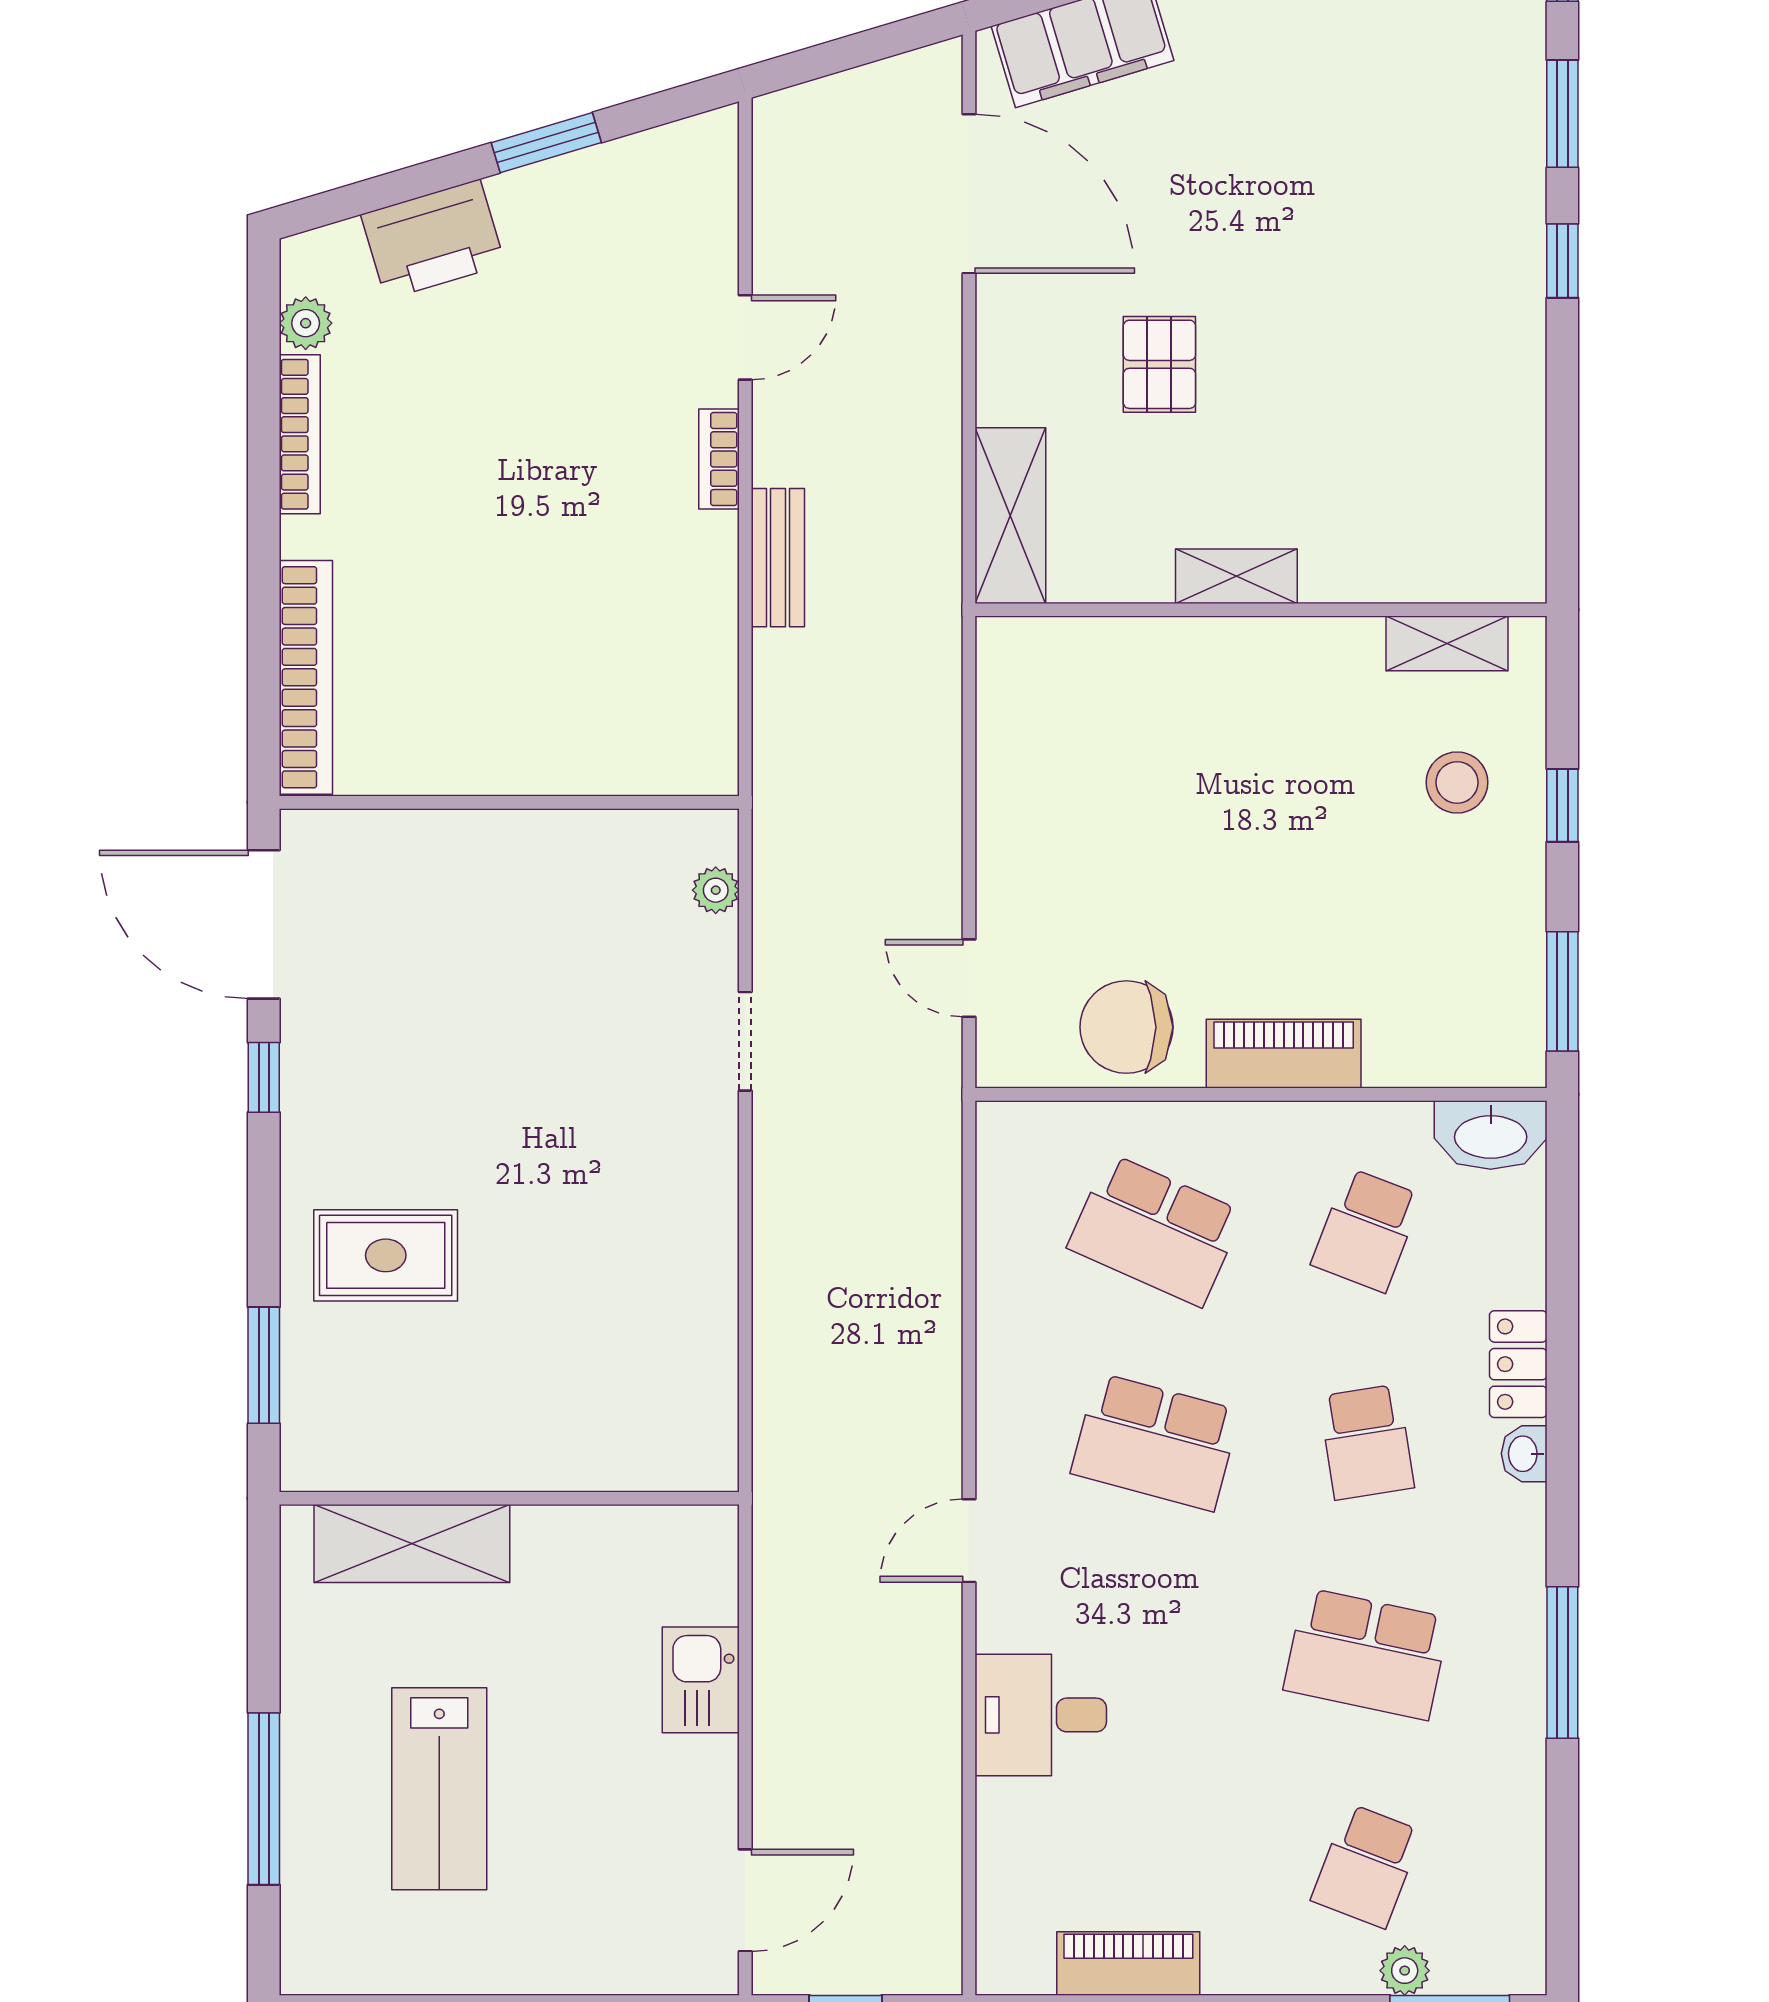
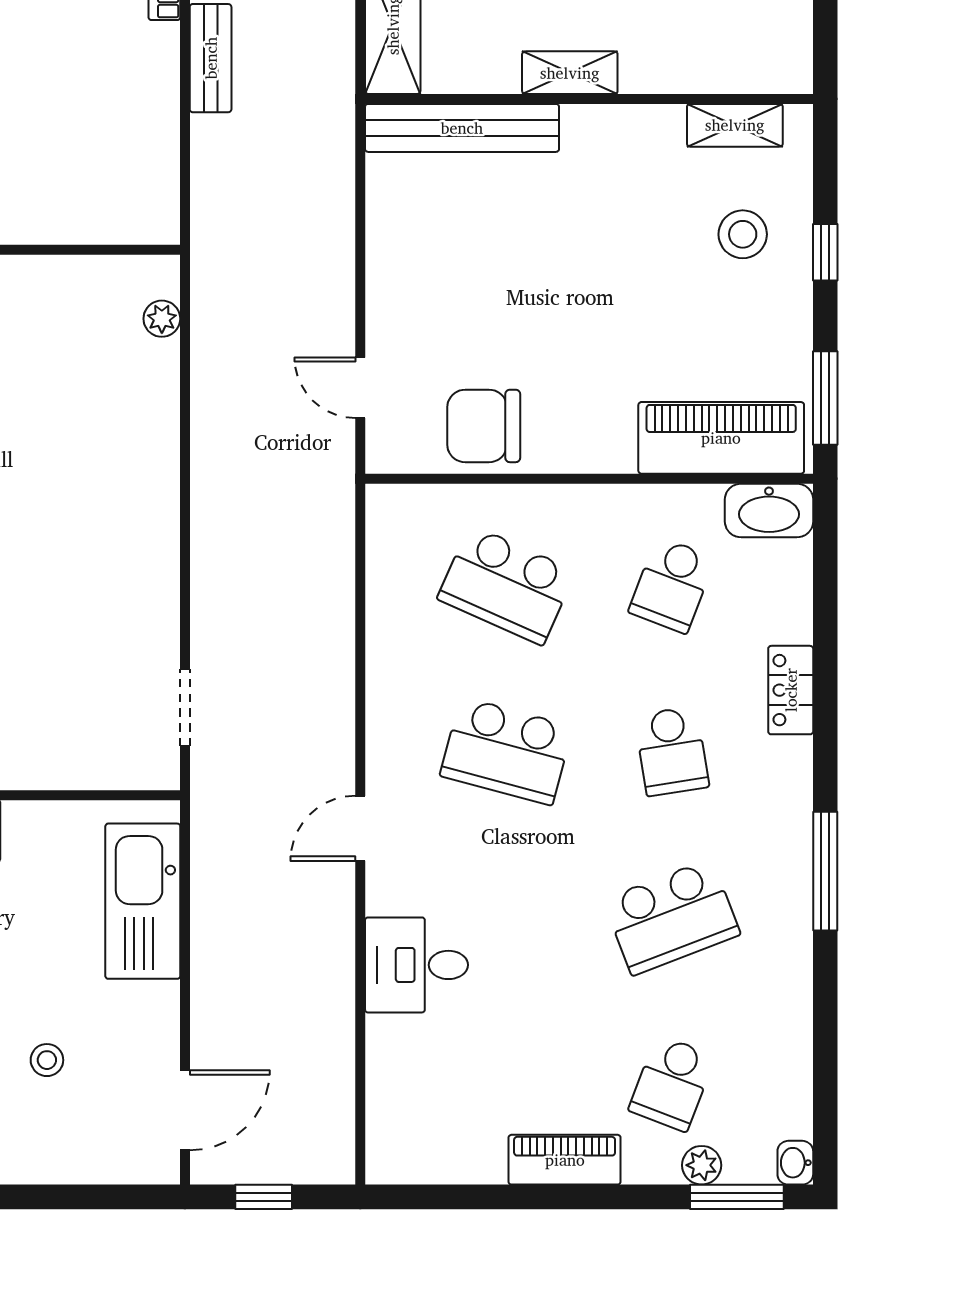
bench: (1099, 647) -> (462, 128), added
doorway: (745, 1041) -> (185, 708), moved
piano: (1284, 1054) -> (721, 438), moved, width x1.37, depth x1.33
washbasin: (1524, 1454) -> (795, 1163), moved
school desk: (1367, 1654) -> (672, 917), turned -33
window: (1562, 1663) -> (825, 871), moved
kitchen sink: (701, 1680) -> (143, 901), width x1.87, depth x1.24
stool: (569, 1836) -> (47, 1060), added
piano: (1128, 1963) -> (565, 1160), moved

